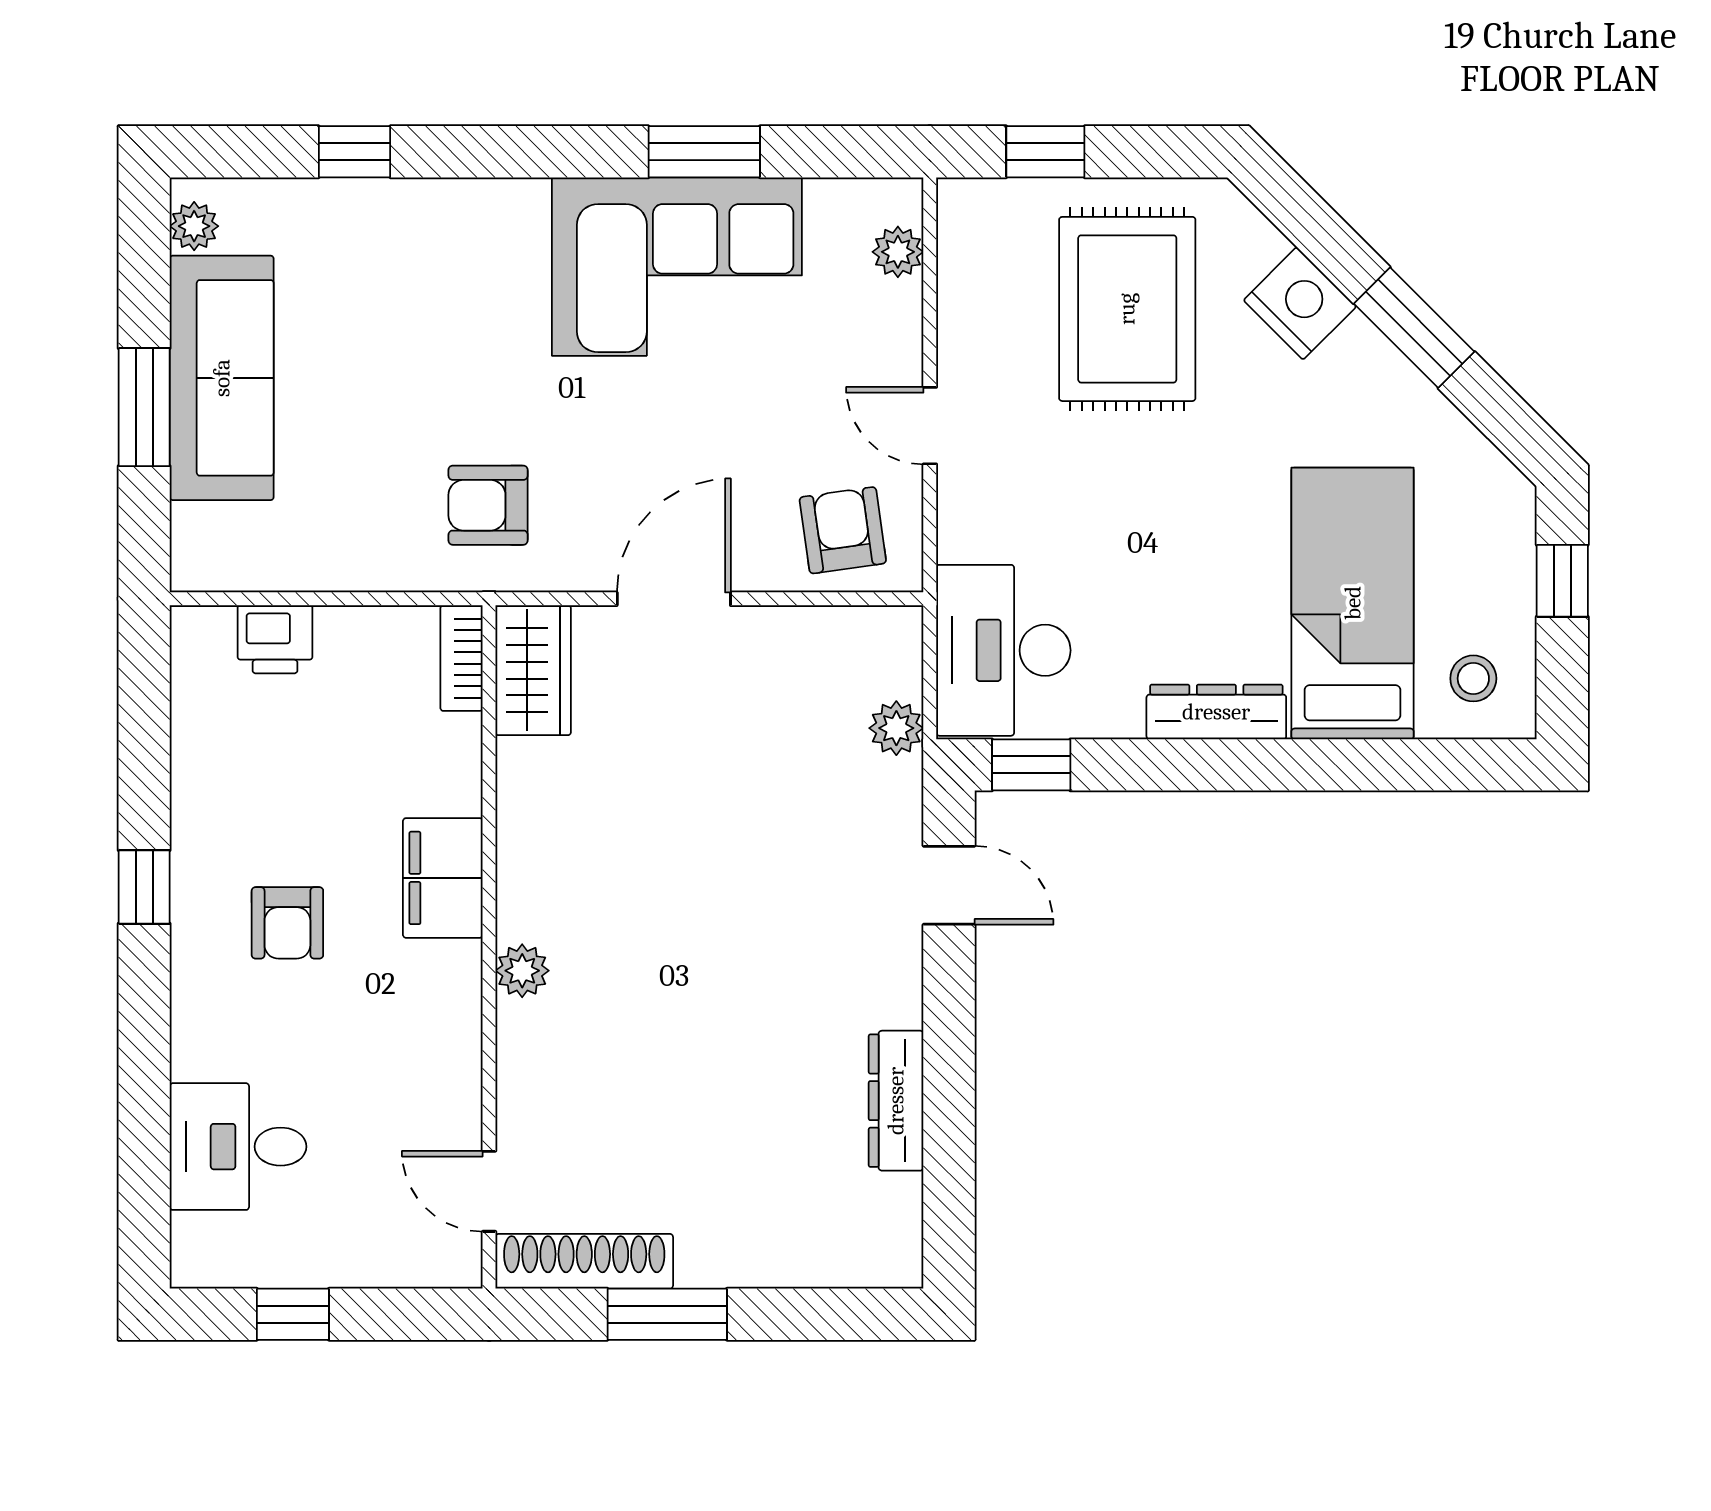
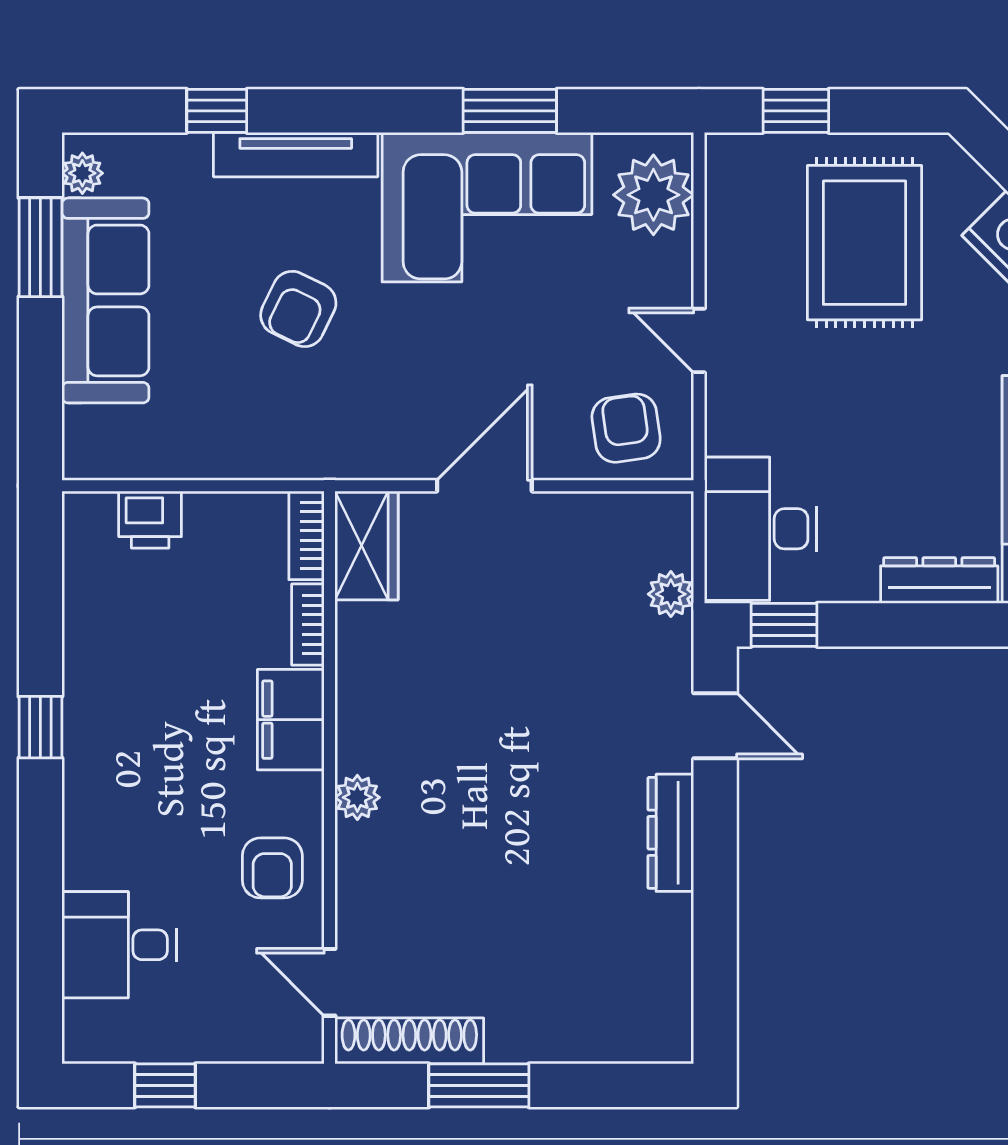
tv unit: (449, 204) -> (296, 155), added
plant: (898, 252) -> (653, 195), width x1.87, depth x1.87
window: (144, 407) -> (40, 247), moved
armchair: (488, 505) -> (298, 309), moved, turned -64
bookcase: (463, 765) -> (308, 625), added
armchair: (287, 923) -> (272, 868), moved
dresser: (896, 1101) -> (671, 833), moved

